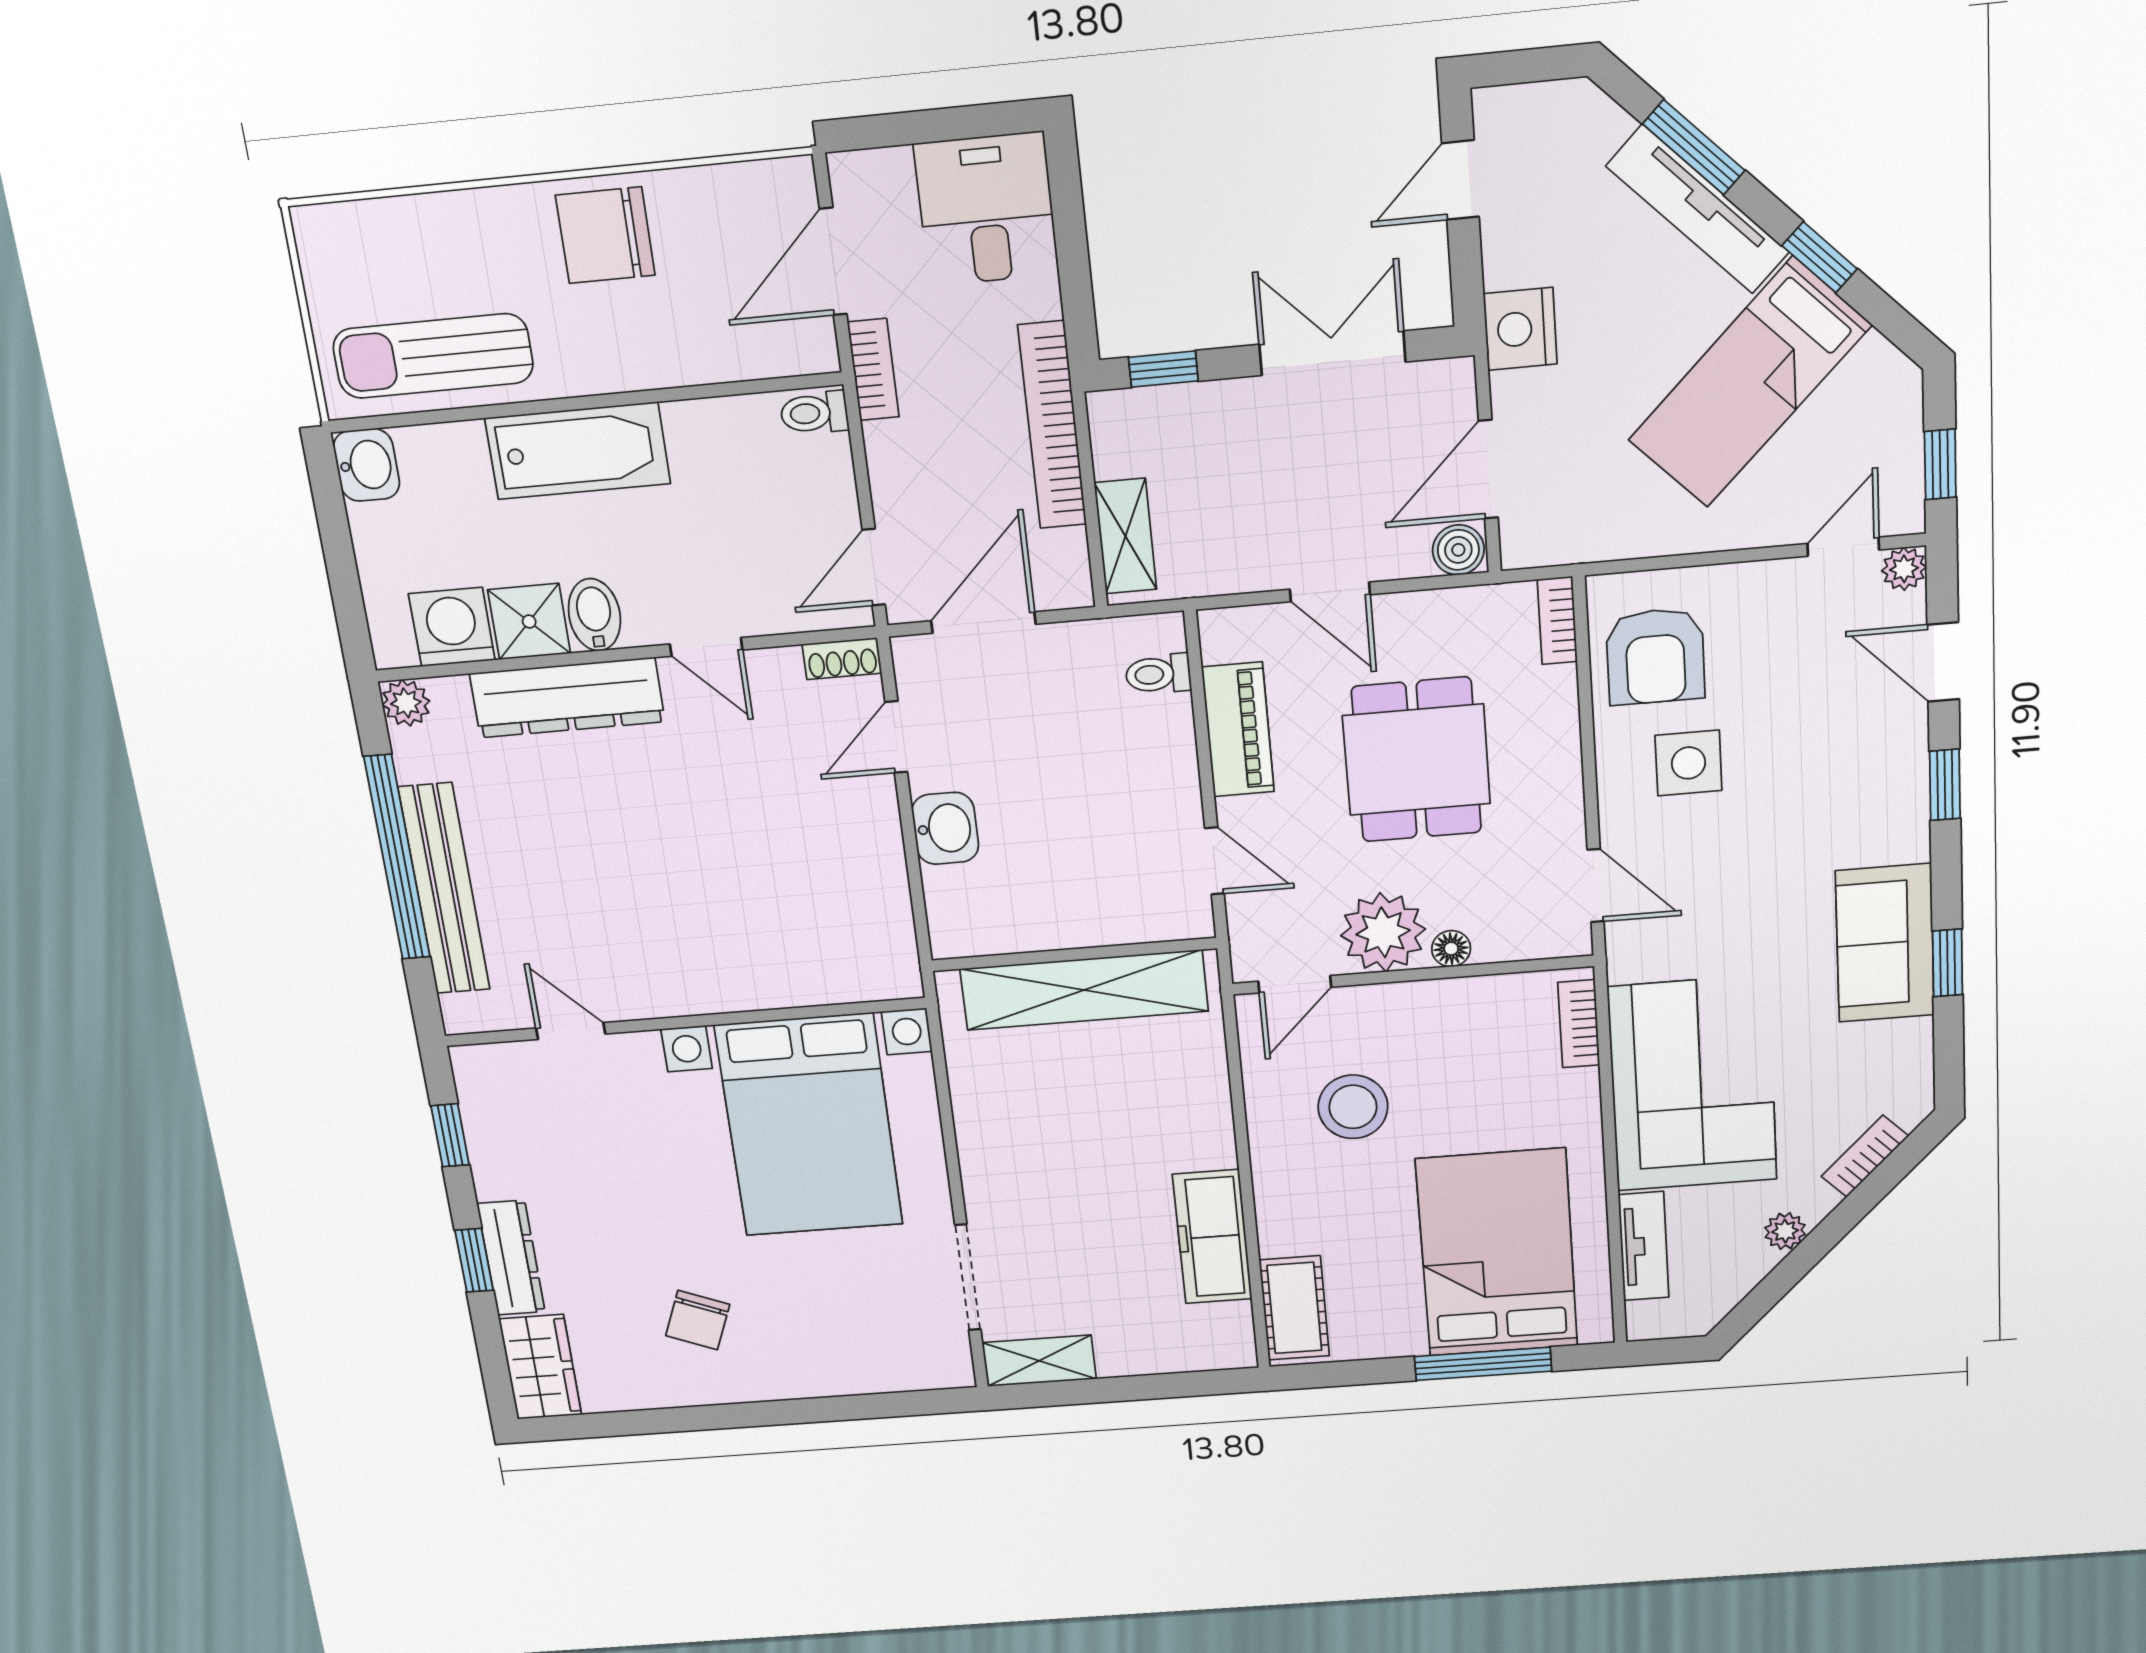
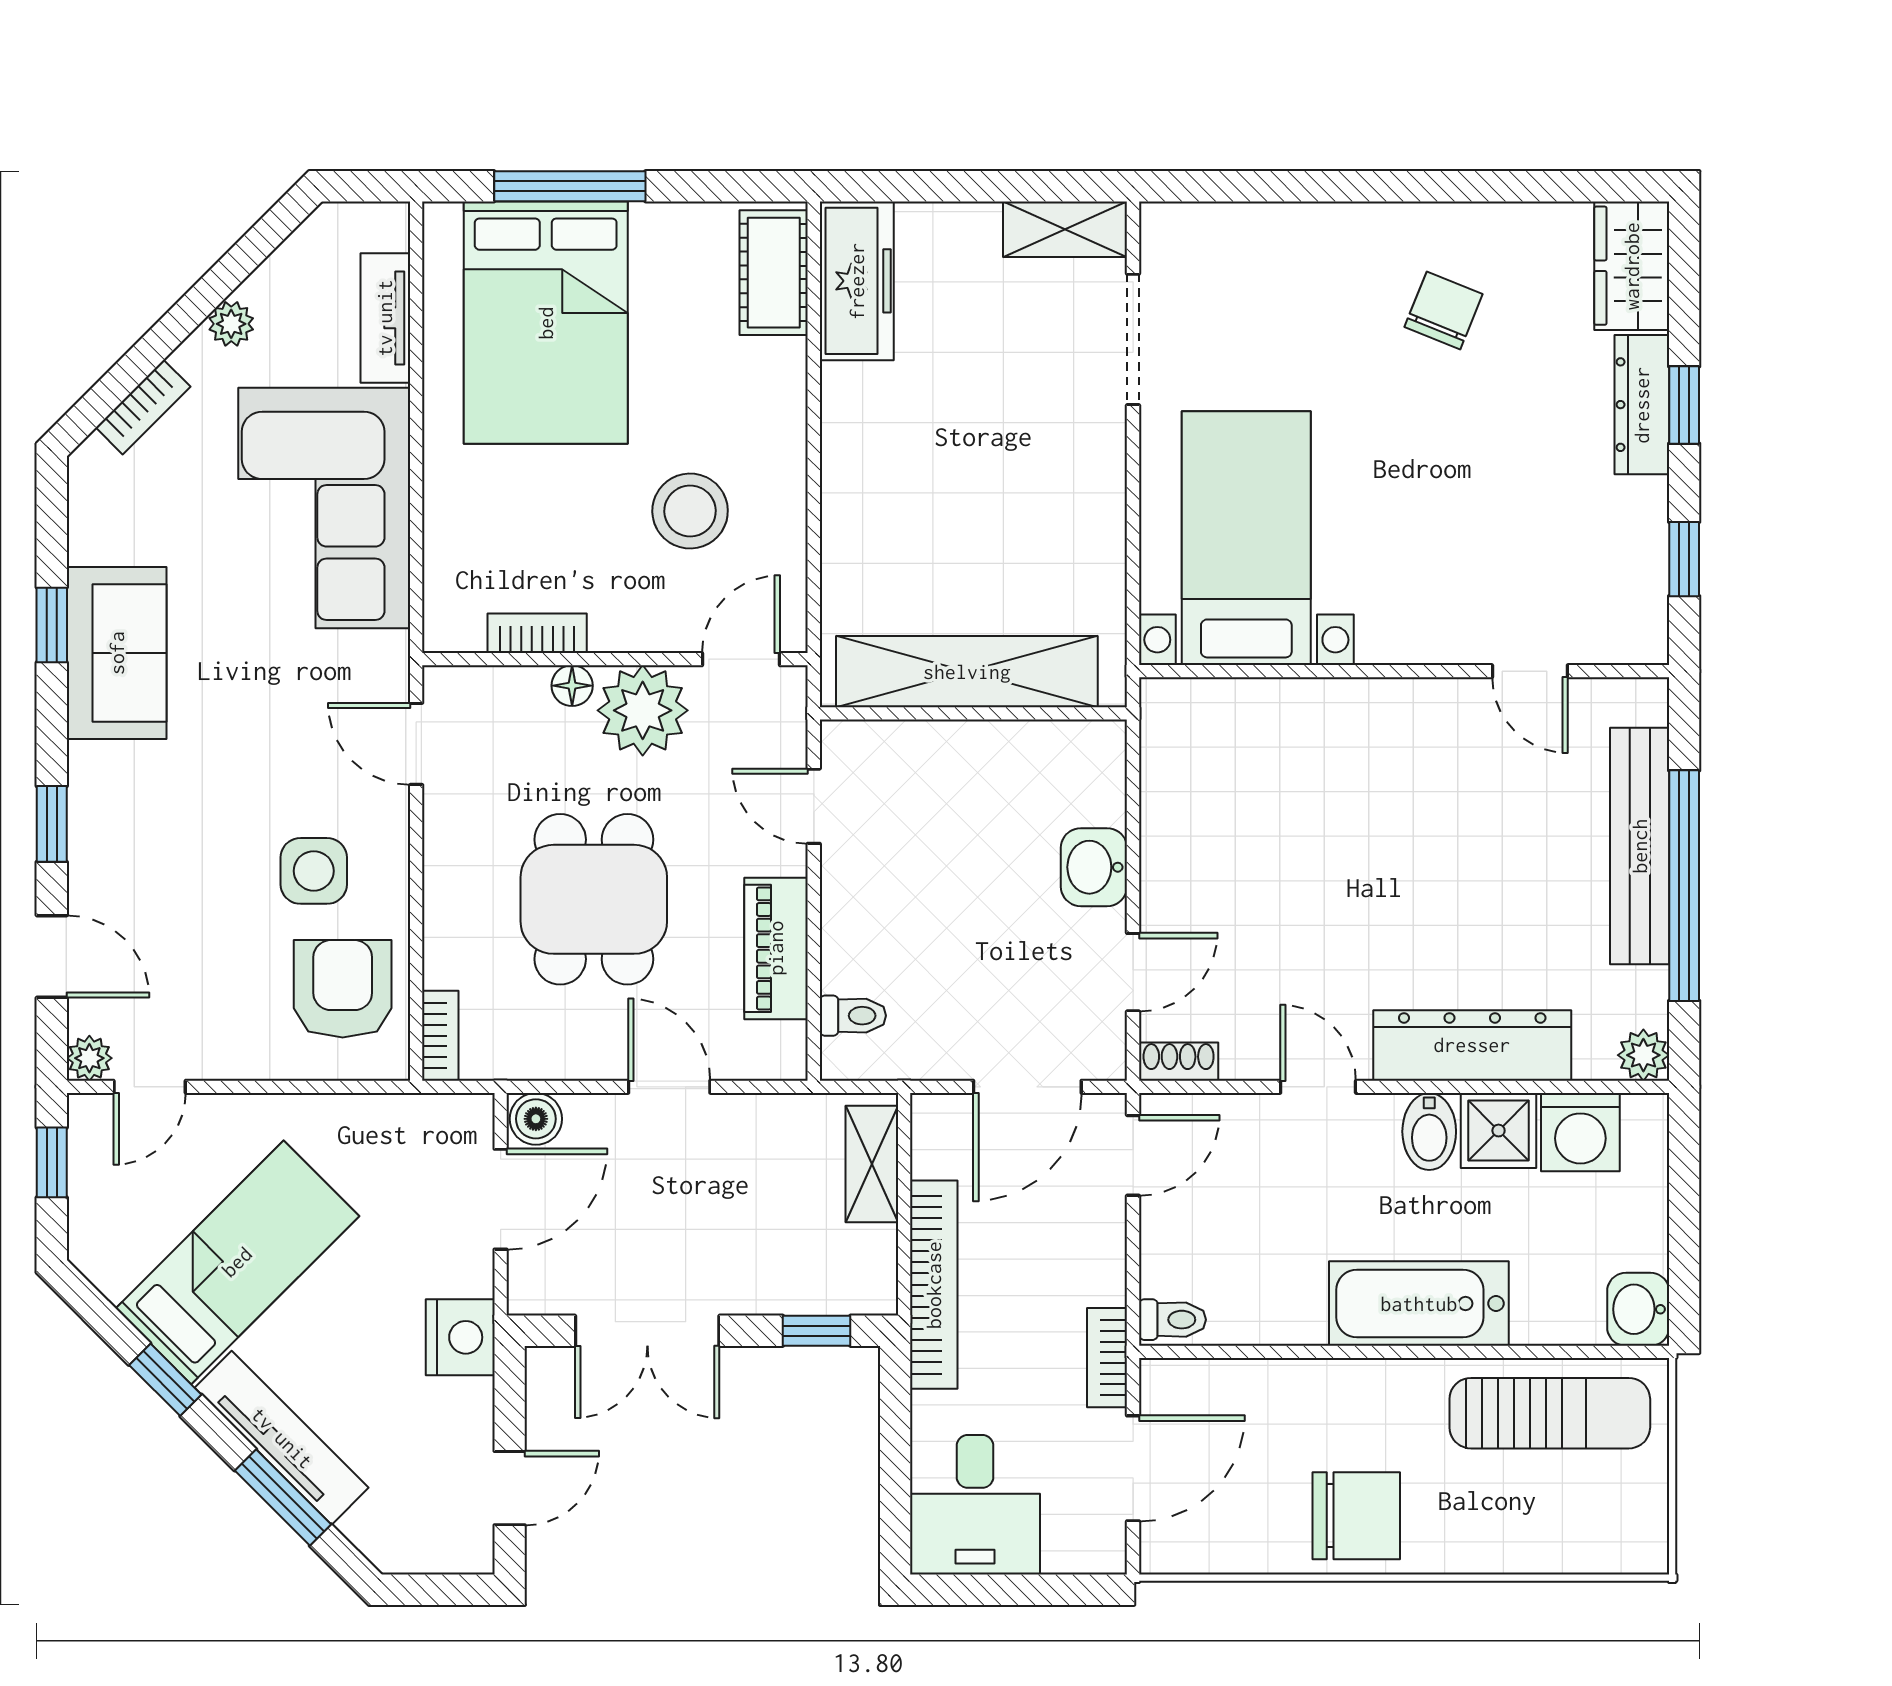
bookcase: (1579, 1024) -> (537, 633), moved, turned -90
bed with nightstands: (809, 1125) -> (1246, 538), width x0.73
freezer: (1212, 1237) -> (857, 281), moved

